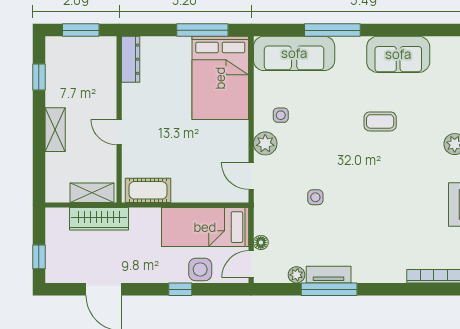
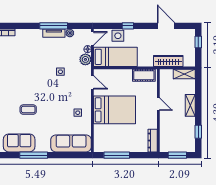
window: (332, 30) -> (34, 155), moved
bed: (220, 78) -> (115, 110), moved, turned 90
plant: (265, 143) -> (85, 59), moved
shelving: (92, 193) -> (184, 74), moved

